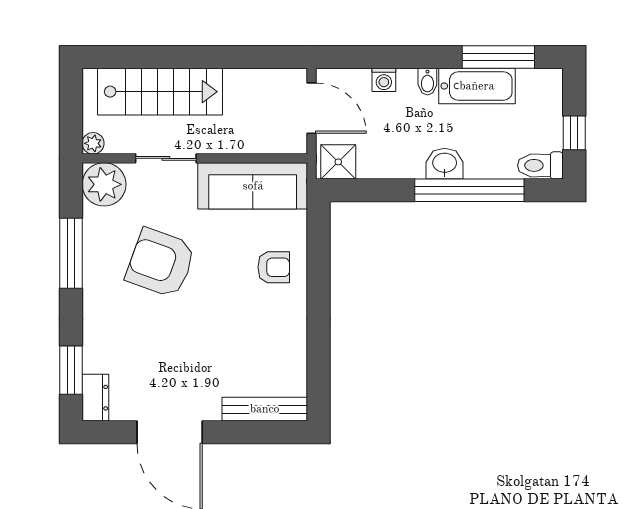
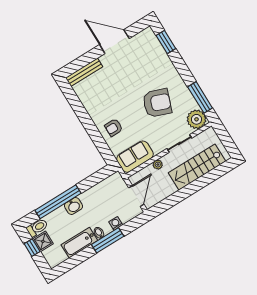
window: (498, 57) -> (108, 240), moved
door: (312, 108) -> (136, 196), swing flipped
plant: (93, 143) -> (158, 165), moved
shower: (338, 162) -> (43, 241), moved
sofa: (253, 186) -> (135, 157), width x0.73
window: (71, 253) -> (200, 97), moved
dresser: (95, 398) -> (150, 37), removed

